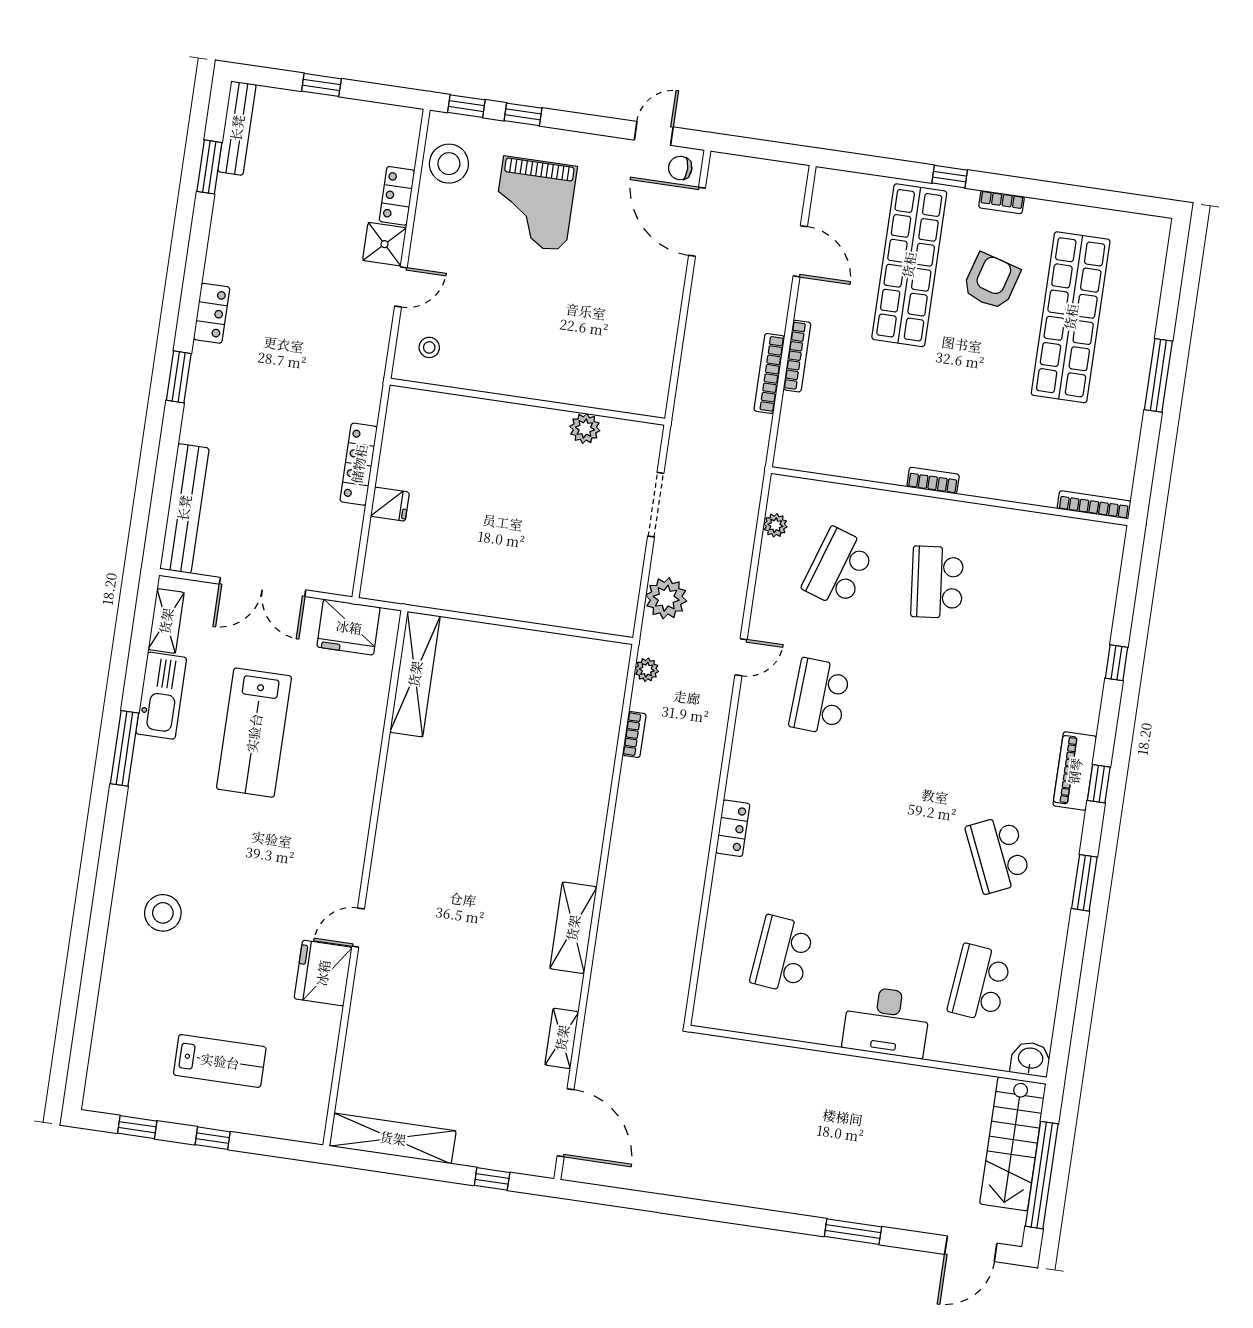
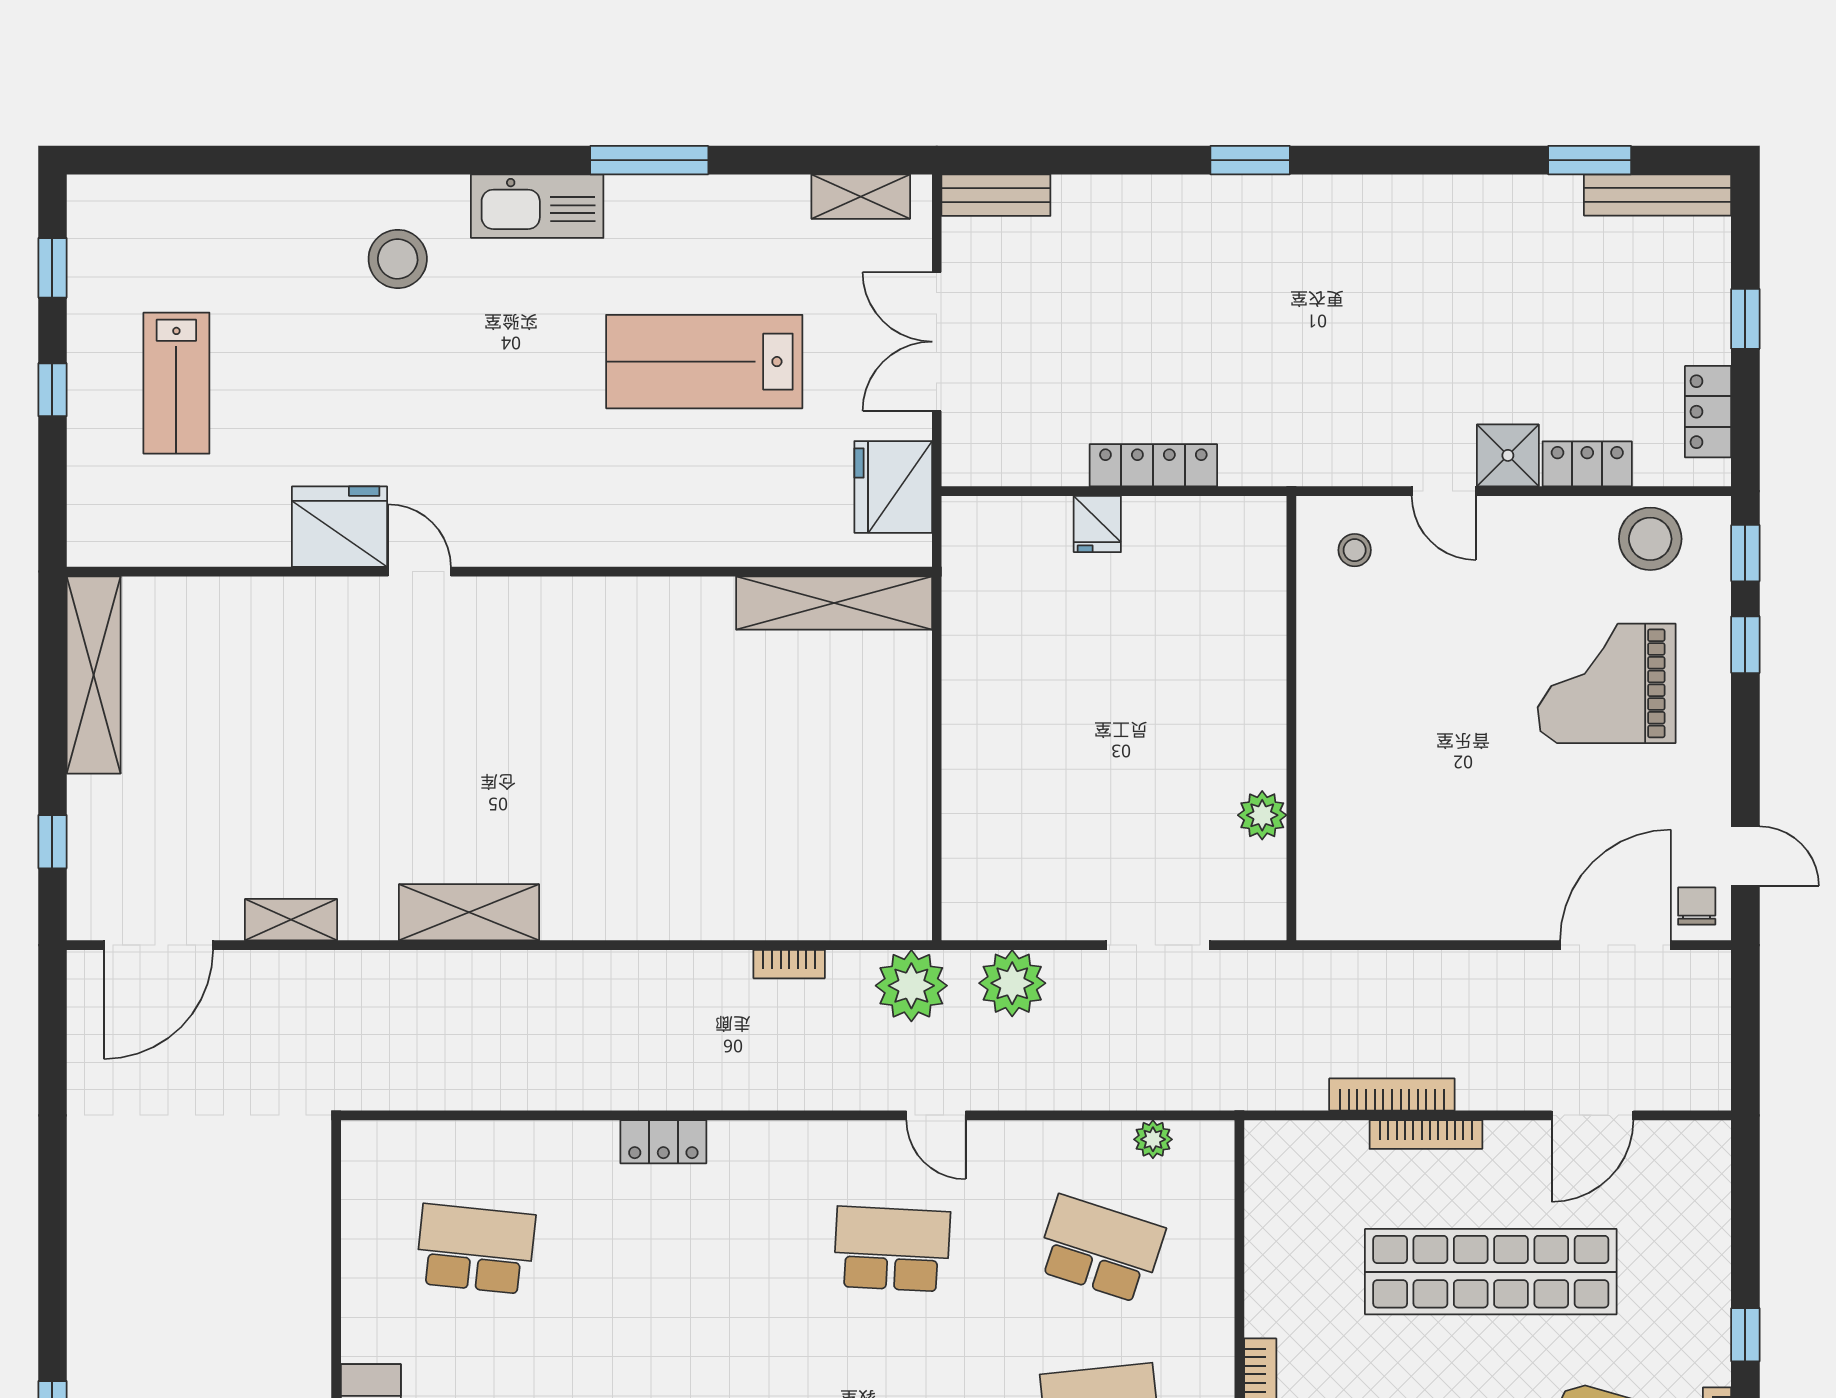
shop shelf: (909, 265) -> (1491, 1272), moved
locker: (212, 313) -> (1708, 412), moved, turned 90
bench: (184, 508) -> (996, 195), width x0.54, depth x0.82
plant: (647, 670) -> (911, 986), width x1.87, depth x1.87
kitchen sink: (161, 696) -> (537, 206), moved

